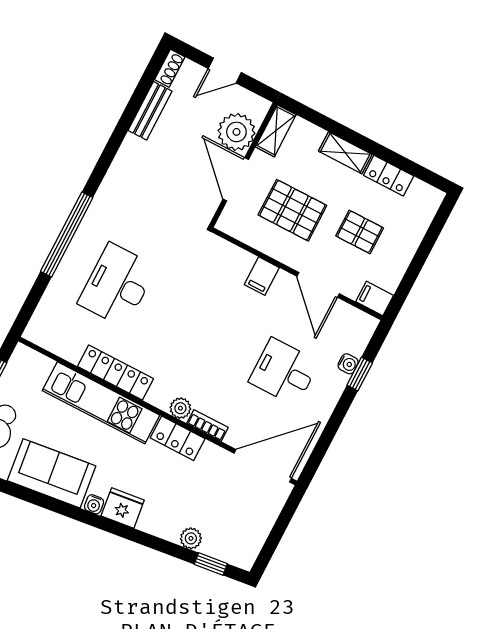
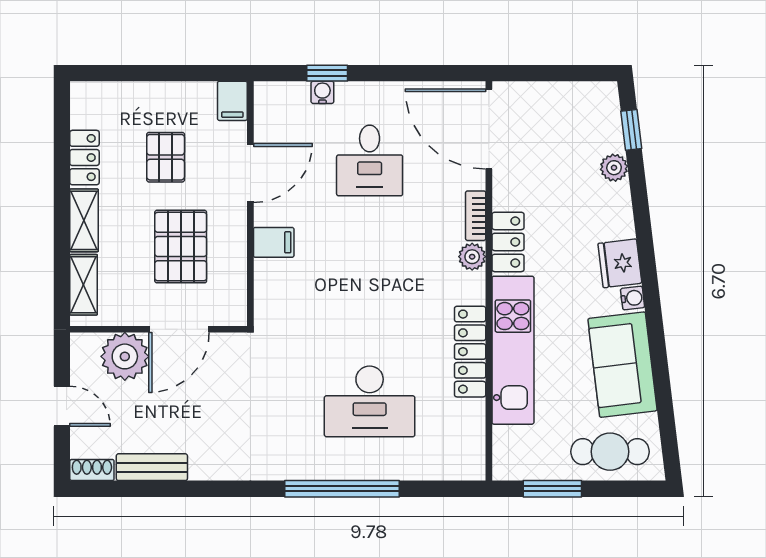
shelving: (276, 131) -> (84, 285), moved, turned 90

